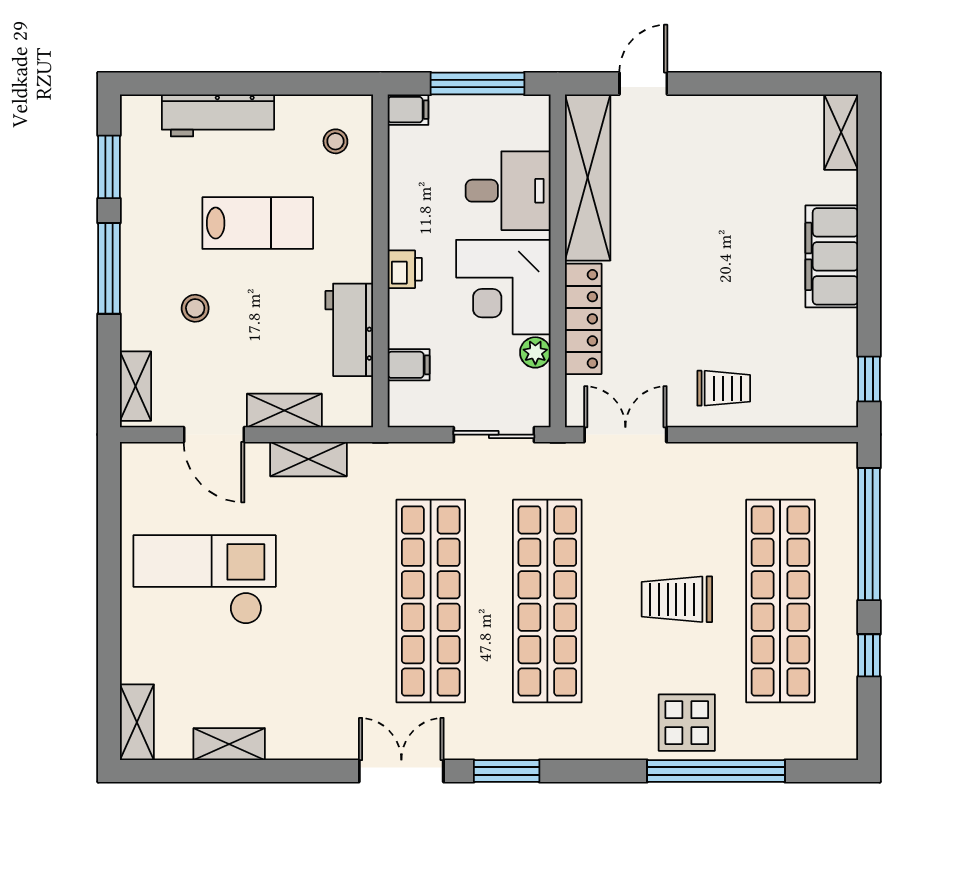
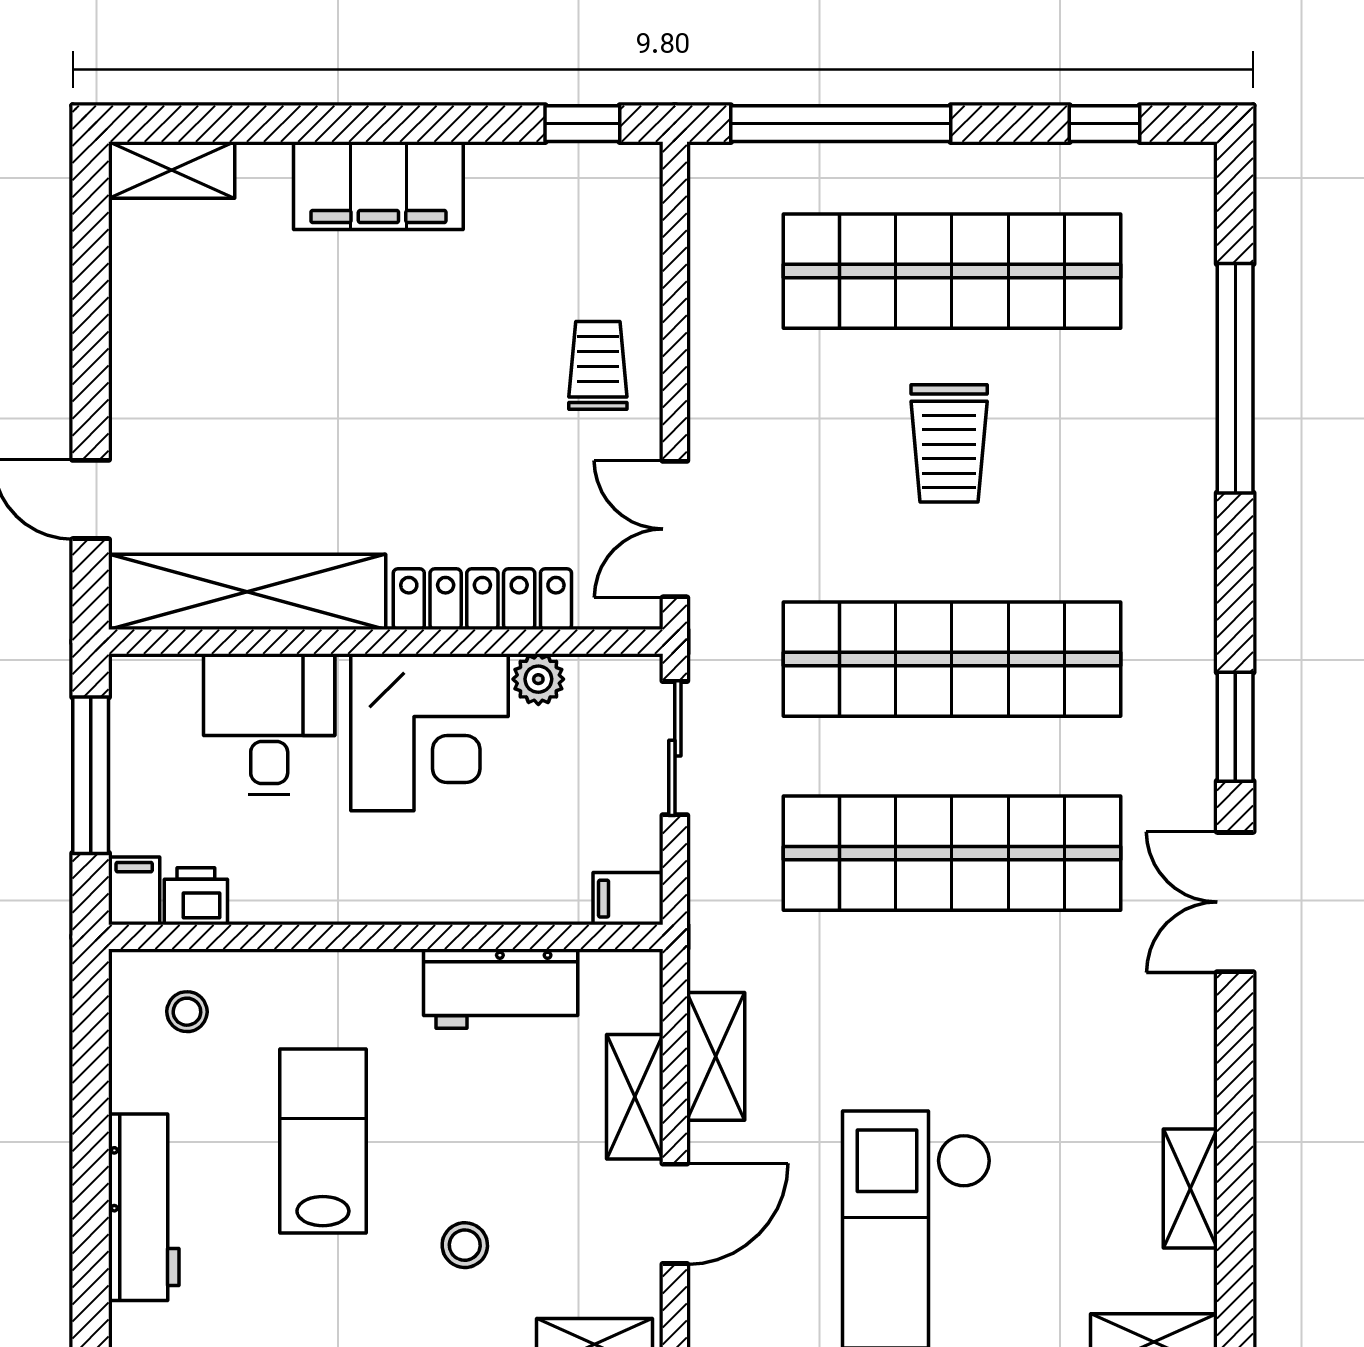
printer: (405, 269) -> (196, 896), moved
filing cabinet: (409, 365) -> (628, 899), moved, turned -90
window: (869, 655) -> (1105, 124), moved
display table: (687, 723) -> (1154, 427), removed

